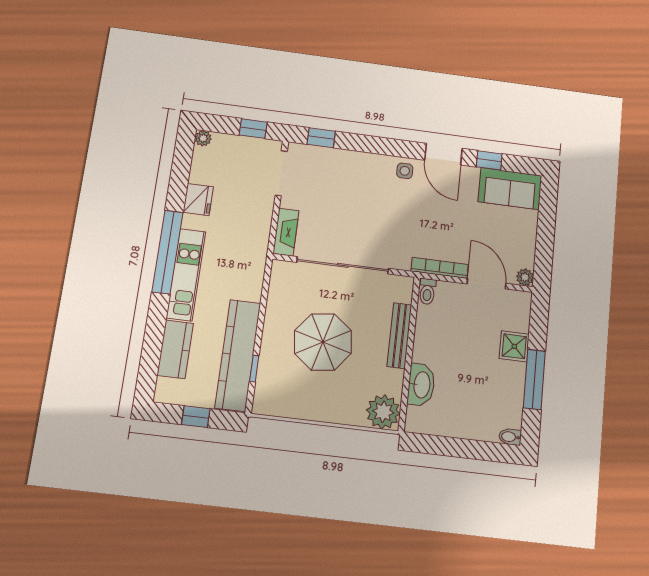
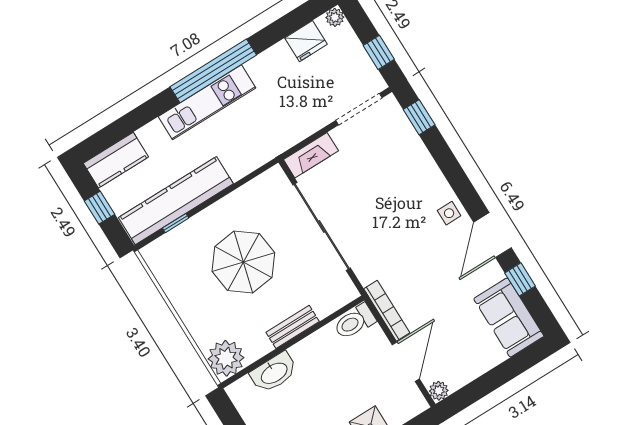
fridge: (198, 200) -> (306, 41), moved
toilet: (427, 291) -> (355, 322), width x1.37, depth x1.39
bench: (399, 336) -> (293, 327), width x0.73
kitchen counter: (175, 349) -> (116, 160), moved

